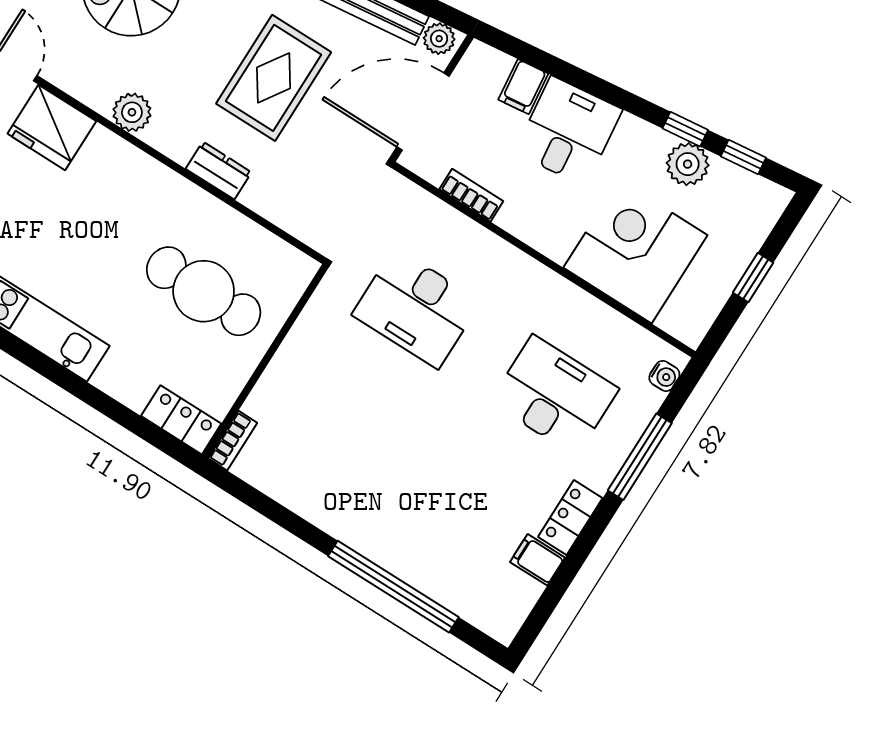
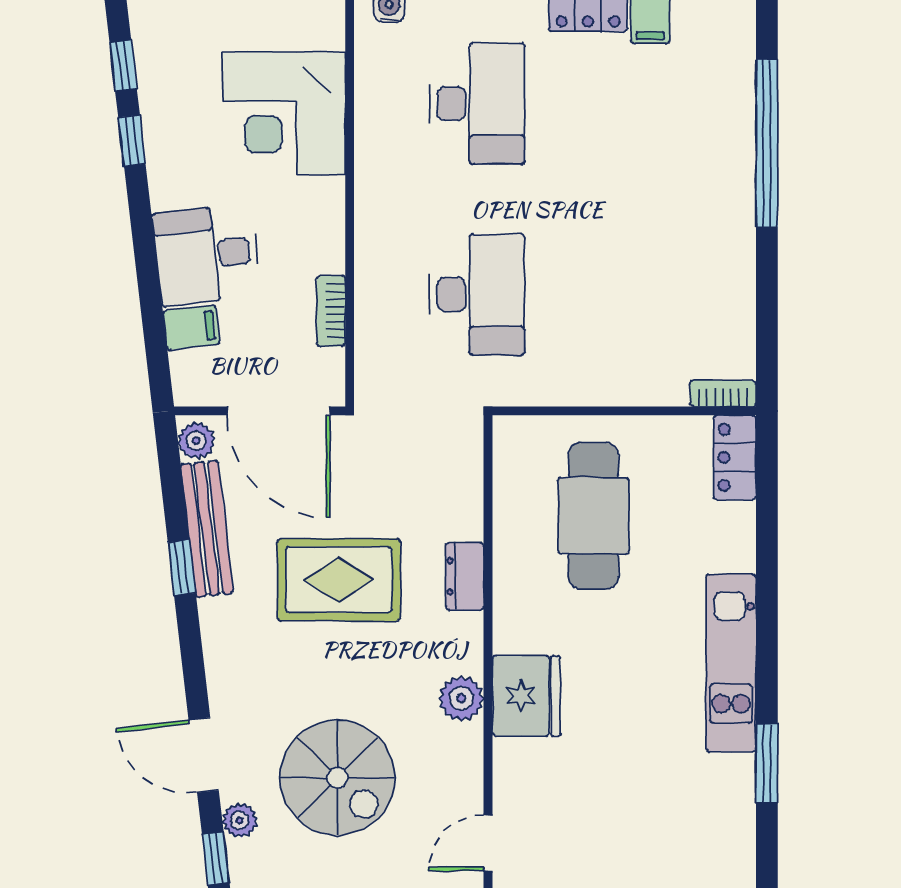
fridge: (52, 127) -> (526, 696), moved
plant: (688, 164) -> (165, 116), removed
desk: (554, 395) -> (477, 104), turned 180

